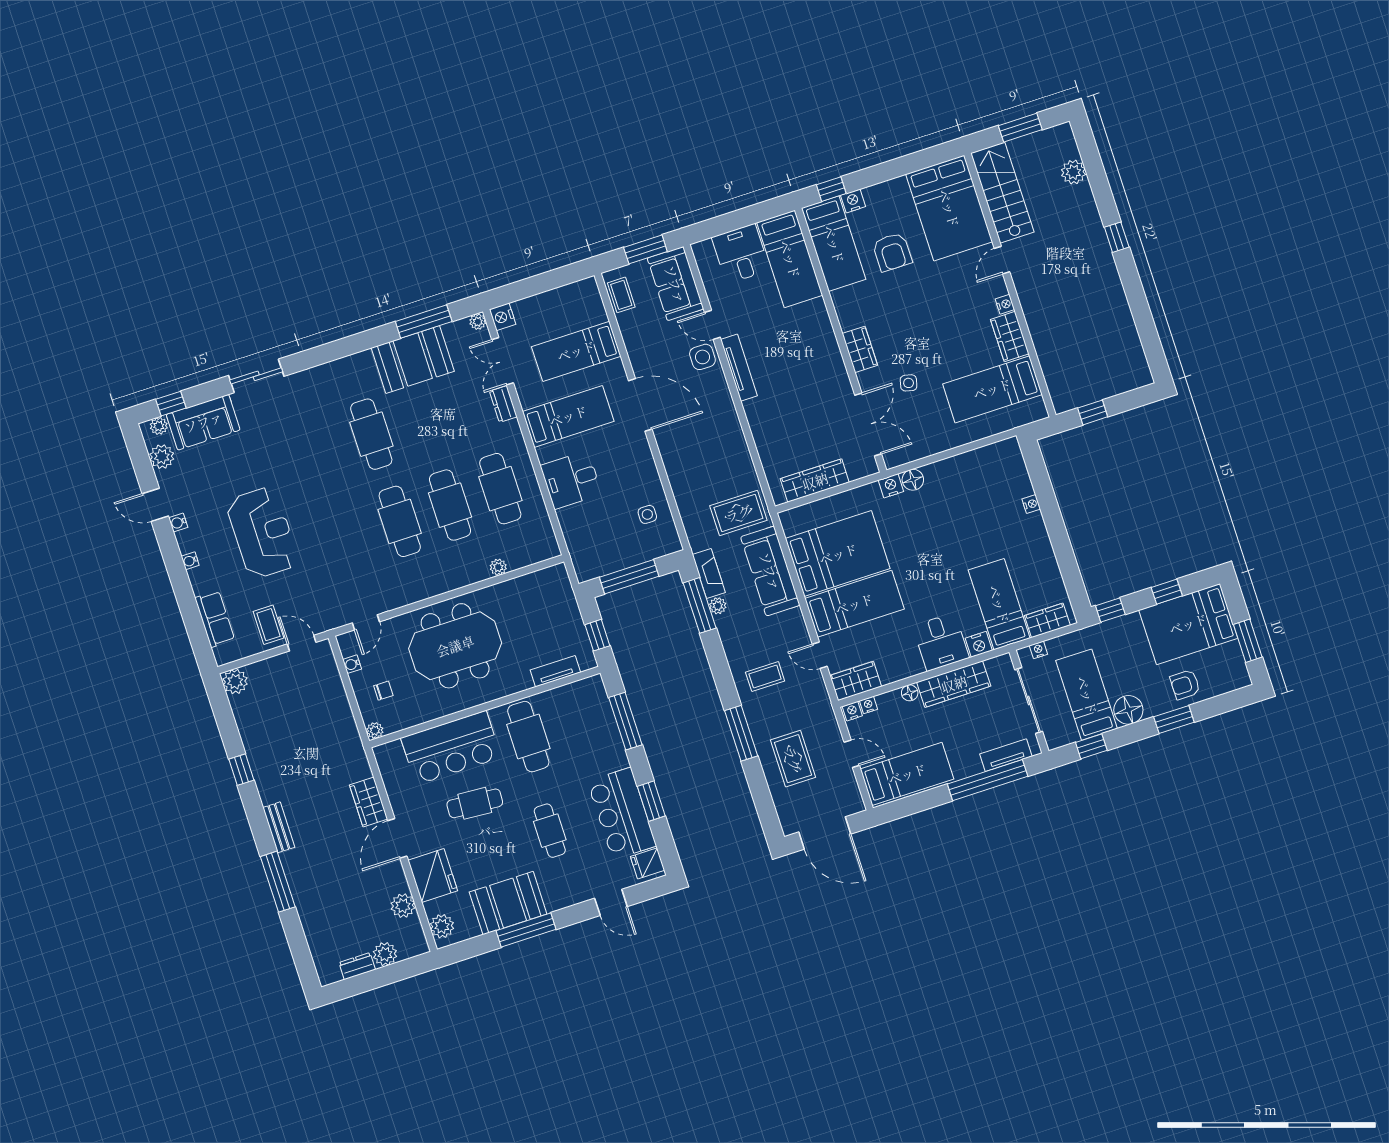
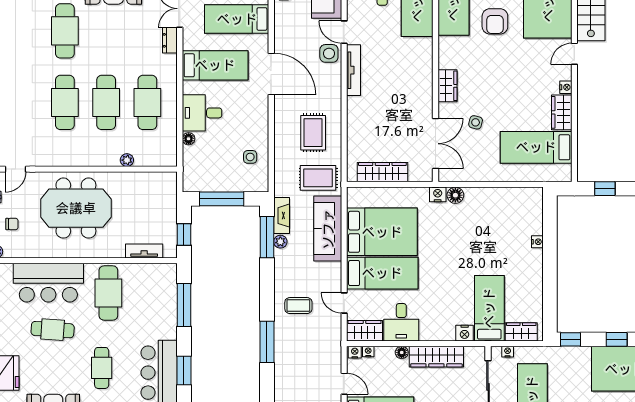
floor lamp: (565, 517) -> (189, 139), added
desk: (941, 642) -> (401, 322), moved
rug: (793, 759) -> (313, 133), moved

